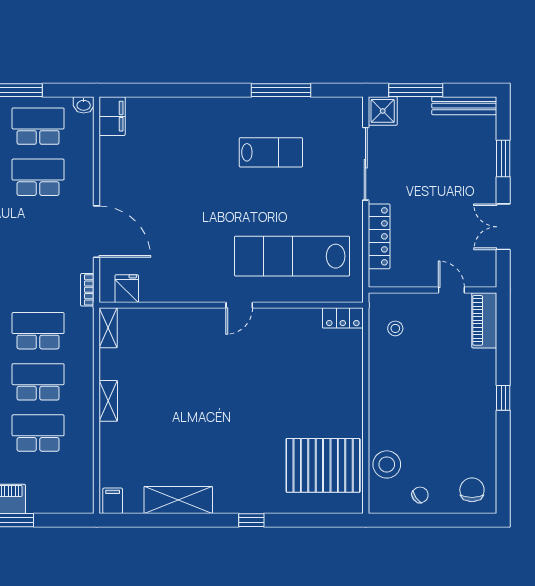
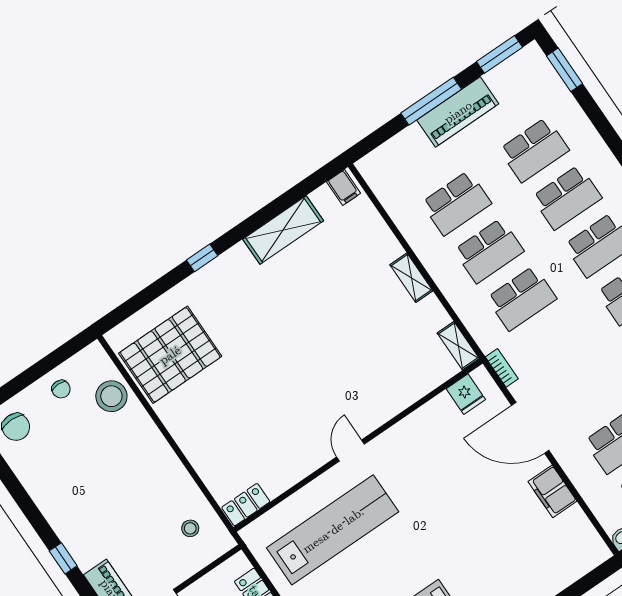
filing cabinet: (112, 116) -> (552, 491), moved
window: (503, 398) -> (63, 558), moved
chair: (420, 495) -> (61, 389), turned -55

